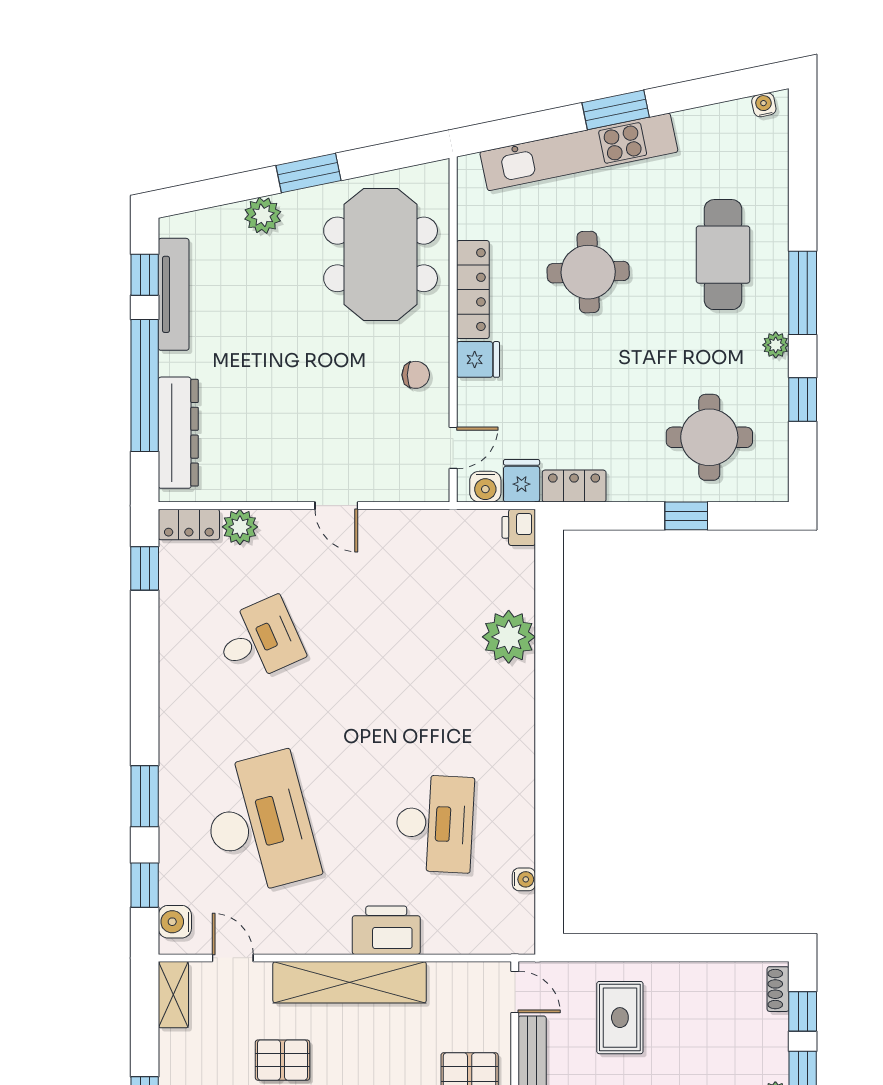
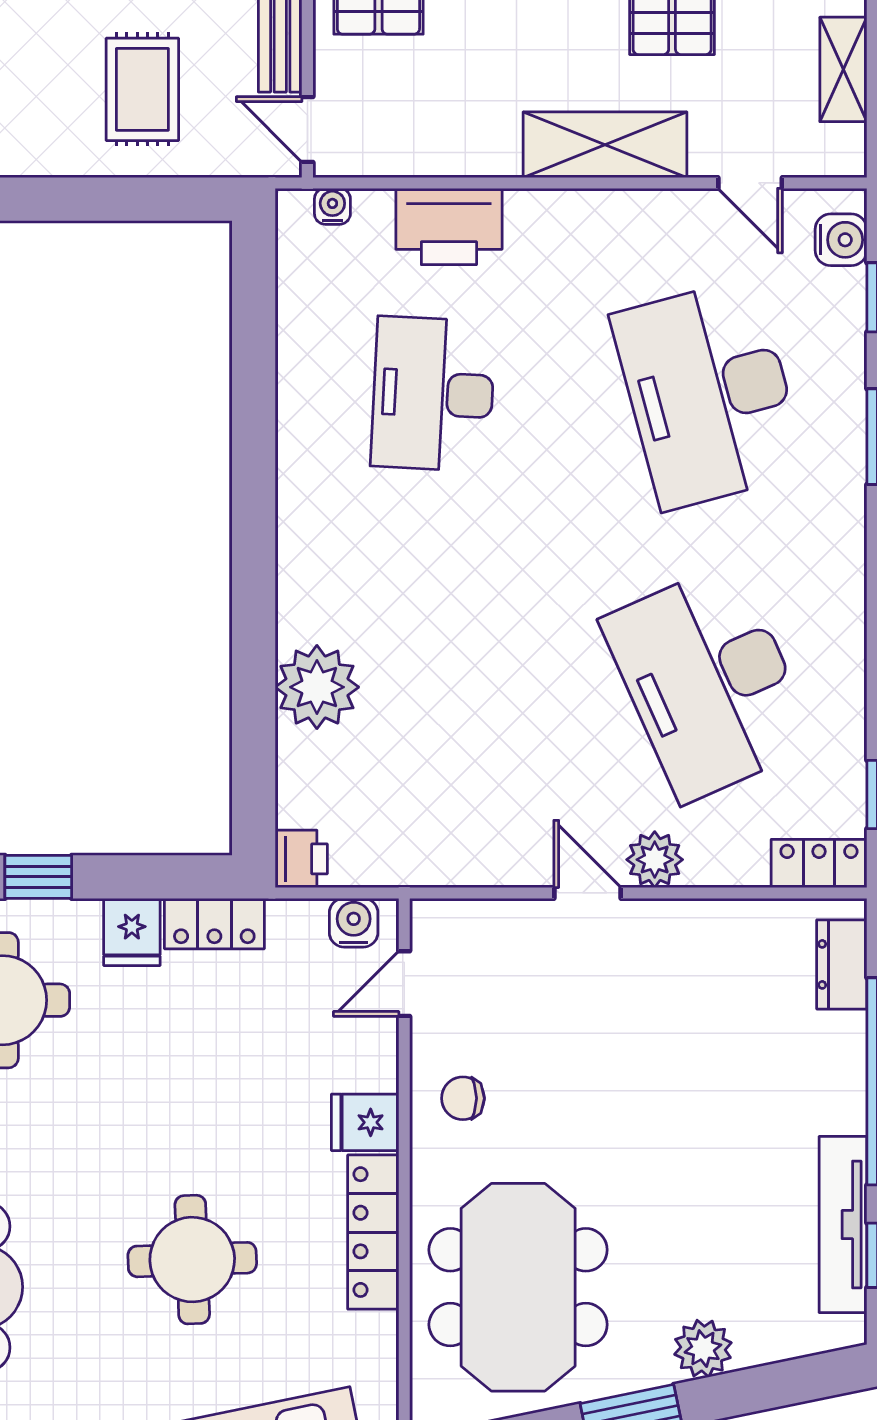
dresser: (178, 433) -> (842, 964), width x0.51, depth x0.80
fridge: (522, 481) -> (132, 932), moved
plant: (240, 527) -> (655, 860), moved
desk: (259, 640) -> (709, 682), width x1.87, depth x1.30
water cooler: (524, 879) -> (332, 206), moved, turned 90
printer: (386, 930) -> (449, 226), moved
shelving: (350, 982) -> (605, 145), width x0.68
shelving: (173, 995) -> (843, 69), moved

